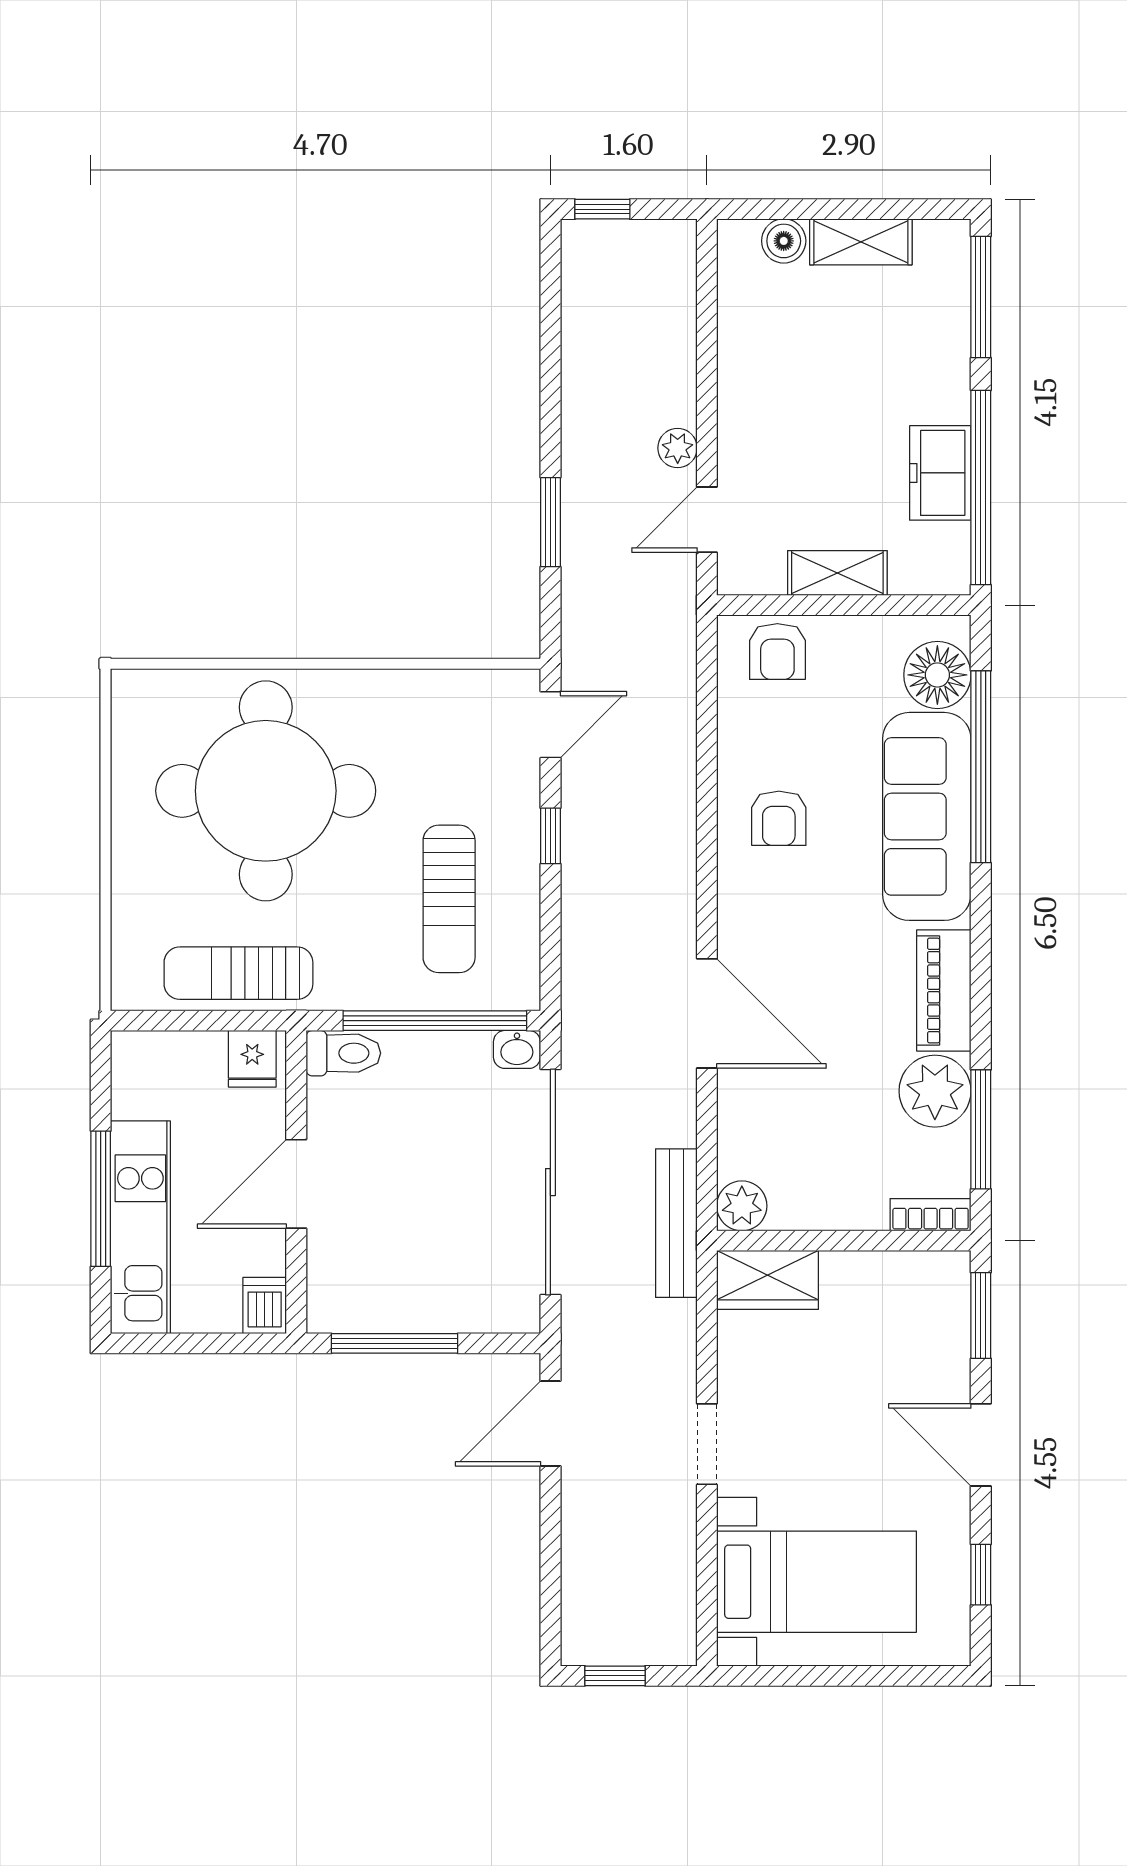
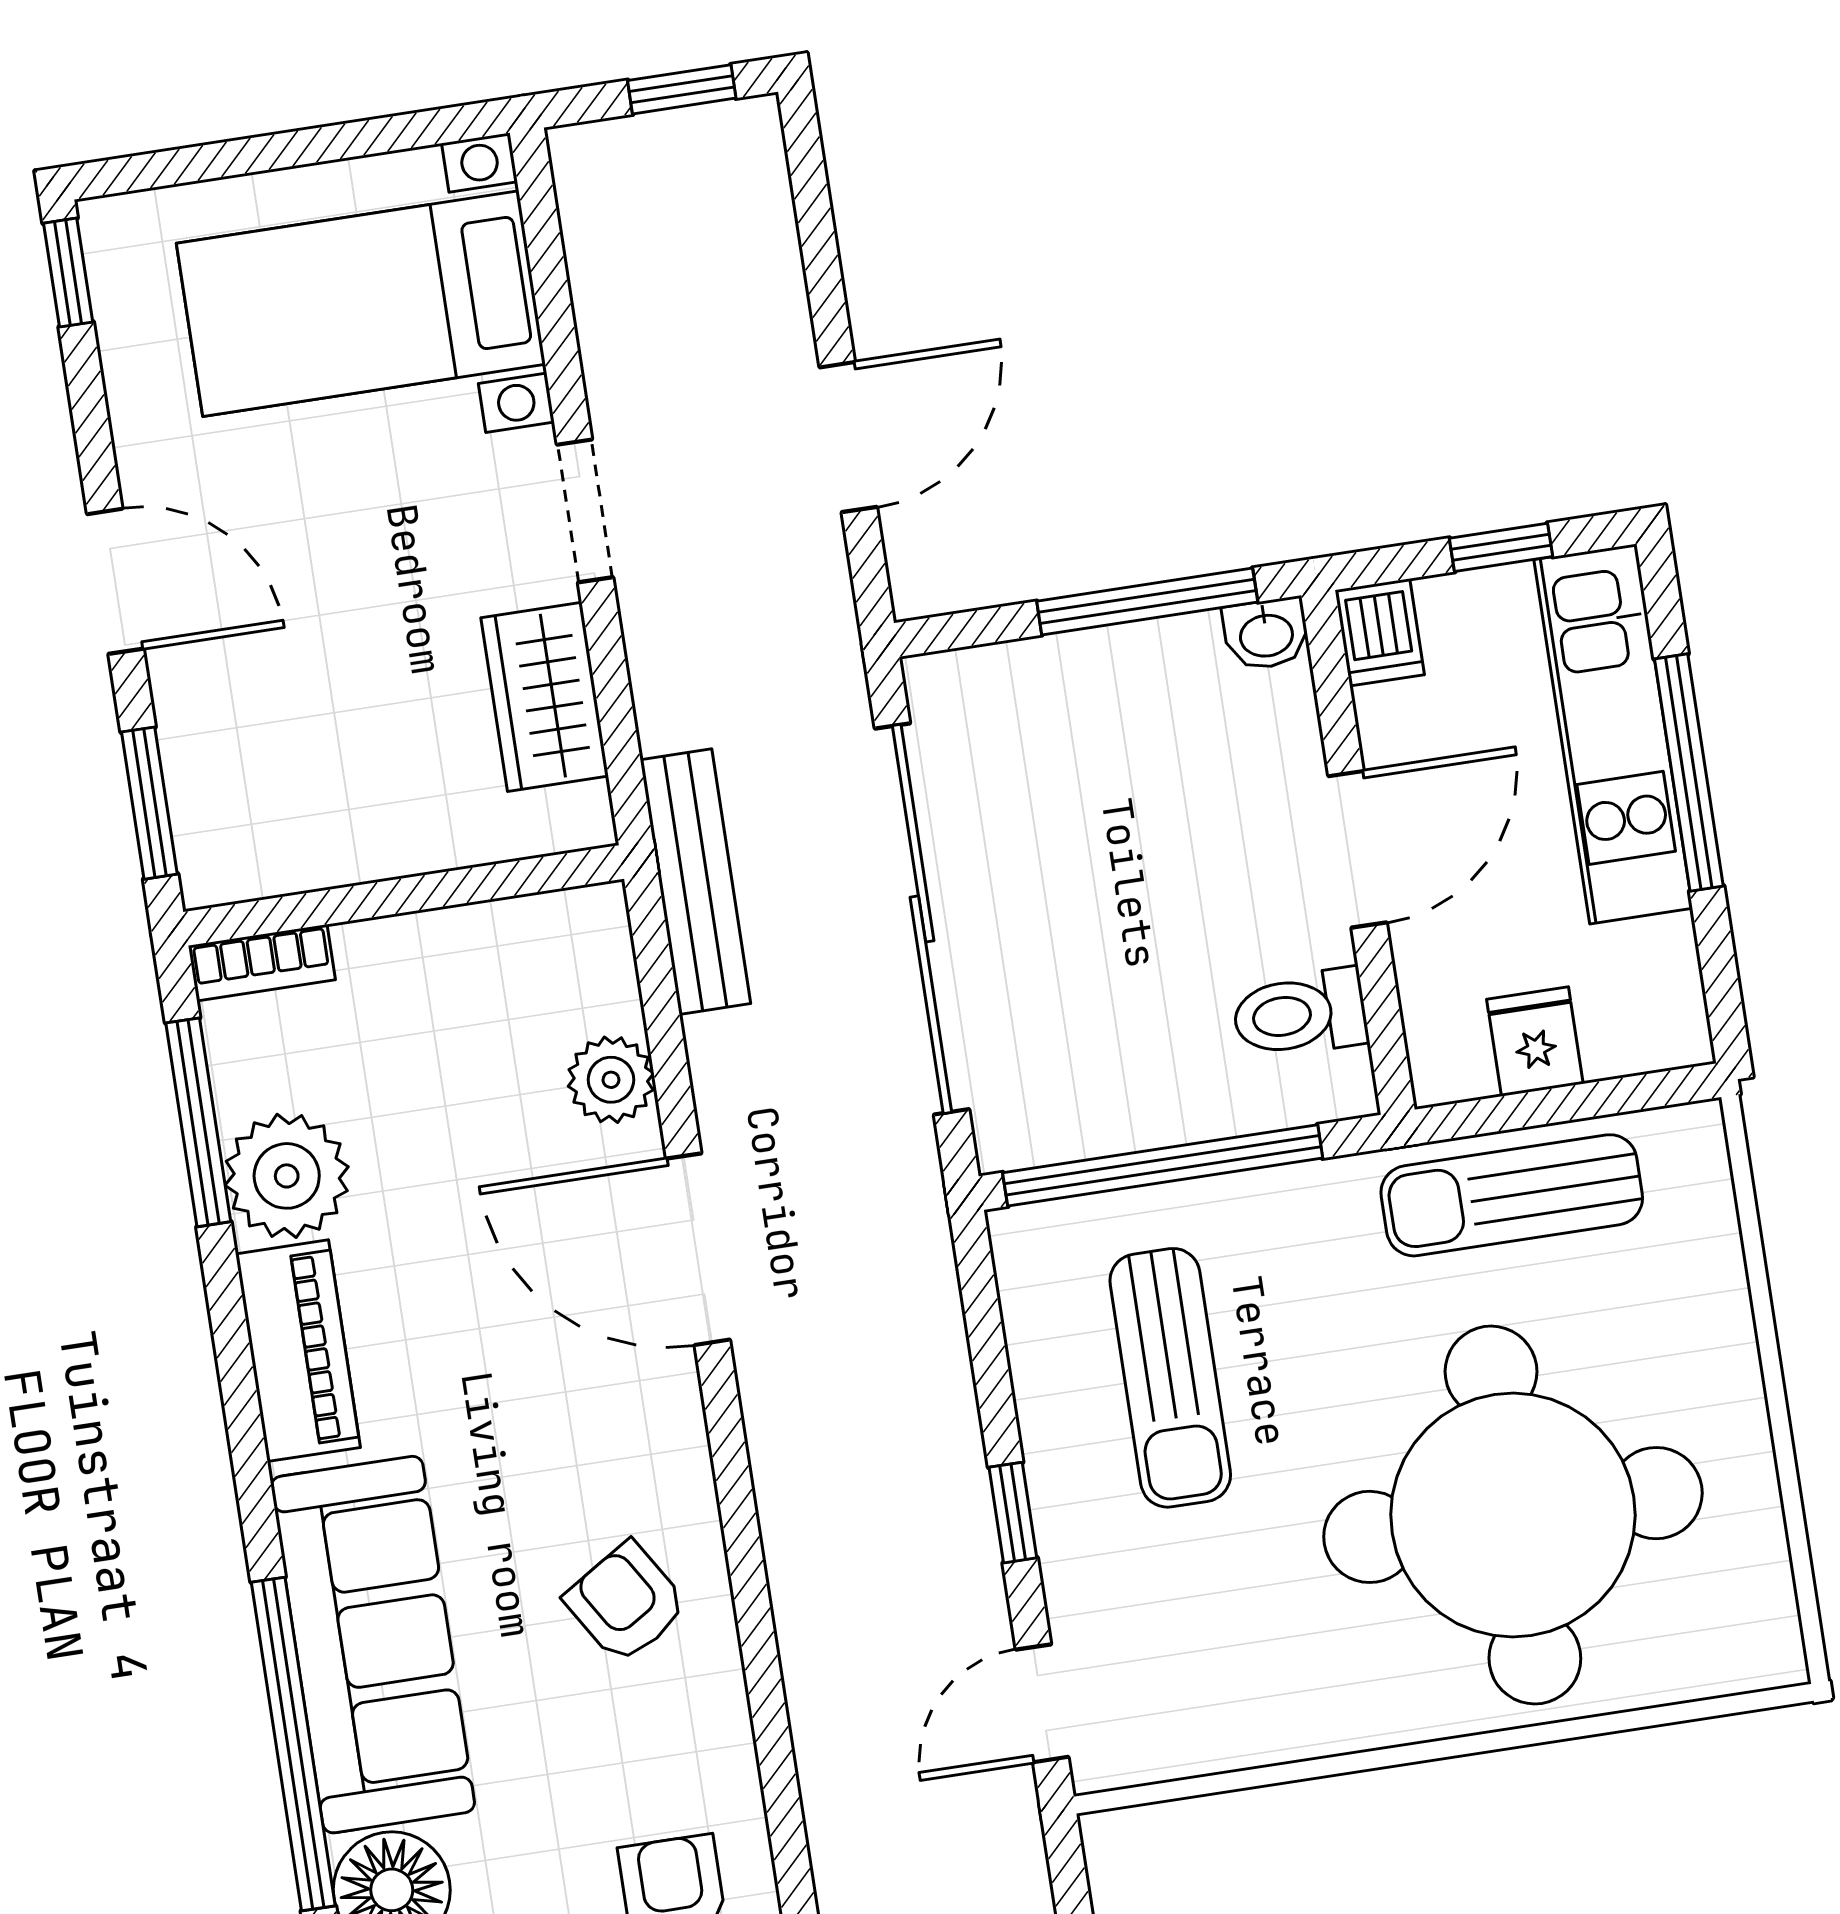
armchair: (779, 818) -> (626, 1603), turned -32
sun lounger: (449, 899) -> (1170, 1378), turned 180
sun lounger: (238, 973) -> (1512, 1195), turned 180
washbasin: (517, 1049) -> (1266, 634), moved, turned 180
toilet: (343, 1053) -> (1300, 1014), moved
fridge: (252, 1059) -> (1535, 1041), moved
plant: (742, 1206) -> (611, 1080), moved
wardrobe: (768, 1280) -> (545, 697), moved, turned -90
window: (188, 1343) -> (1501, 547), added
door: (550, 1423) -> (848, 437), moved
window: (981, 1575) -> (68, 273), moved

